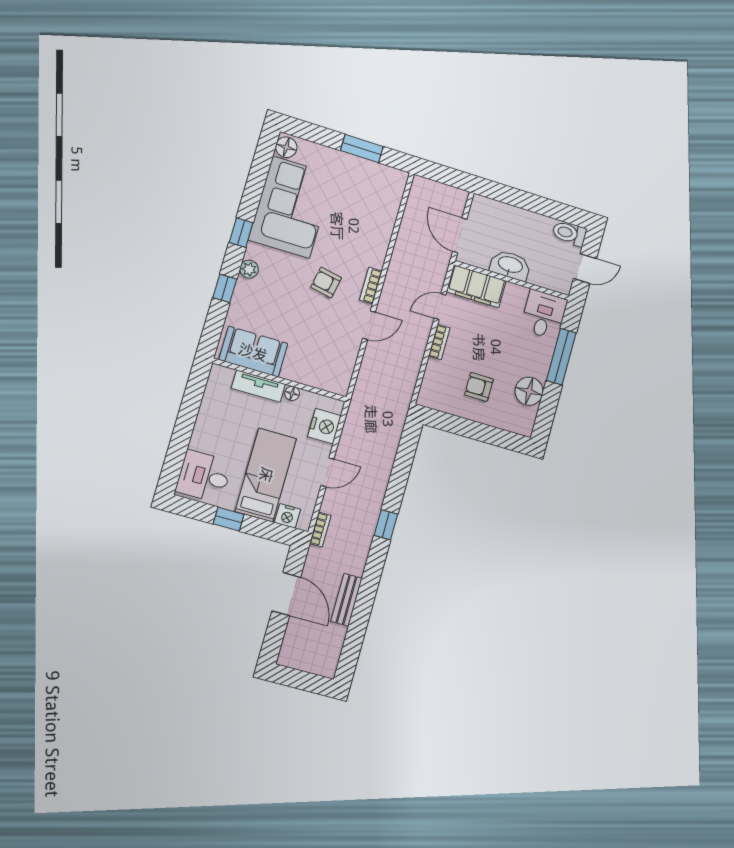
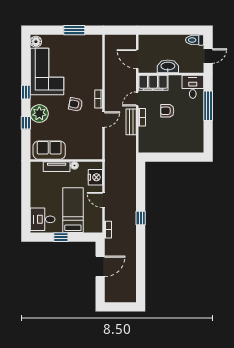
plant: (249, 269) -> (39, 114), width x1.87, depth x1.87
armchair: (479, 387) -> (167, 111), moved
floor lamp: (529, 391) -> (196, 129), removed
door: (327, 472) -> (103, 200), swing flipped
nightstand: (287, 516) -> (90, 227), removed
door: (286, 594) -> (100, 266), hinge flipped
bench: (346, 600) -> (131, 122), moved

